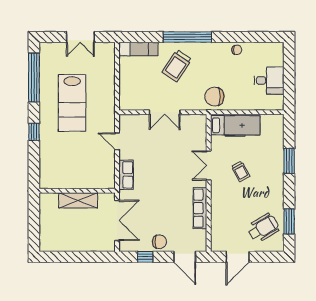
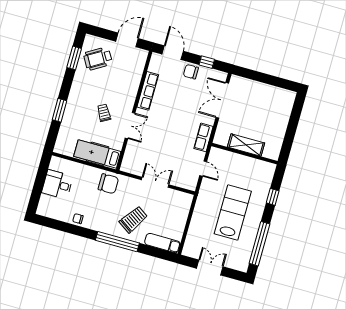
wall: (77, 191) -> (245, 154), moved
shelving: (78, 200) -> (246, 145), moved

